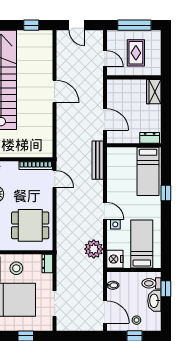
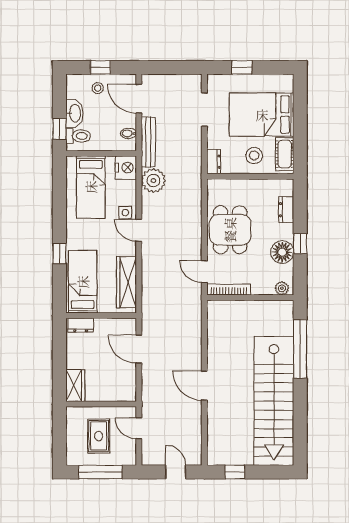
bench: (98, 160) -> (148, 142), moved
wardrobe: (114, 171) -> (126, 282), added
dining table: (30, 225) -> (230, 230), moved, turned 90

